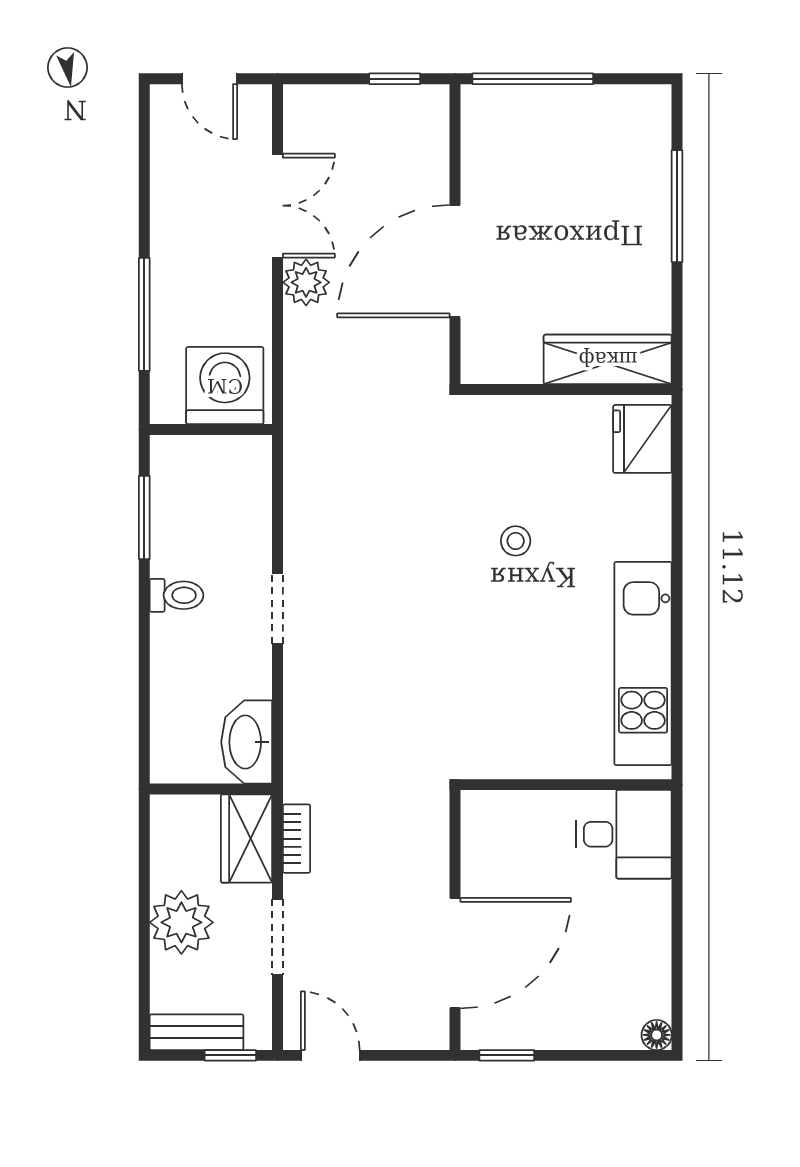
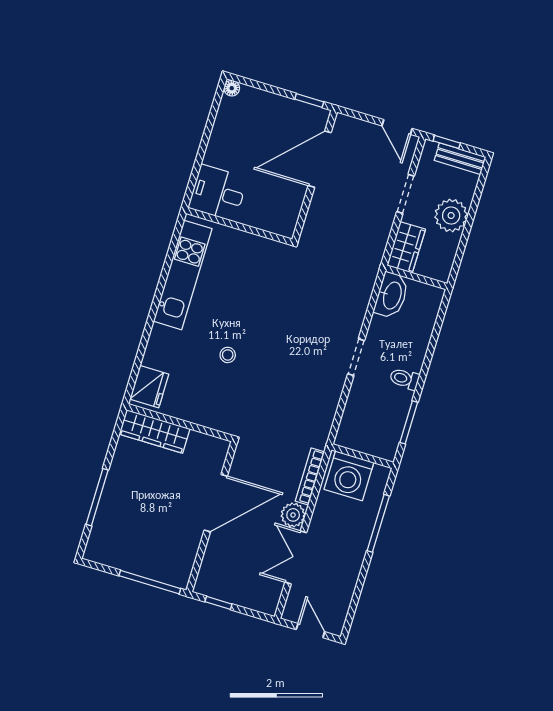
bookcase: (297, 839) -> (310, 476), moved, width x1.56

